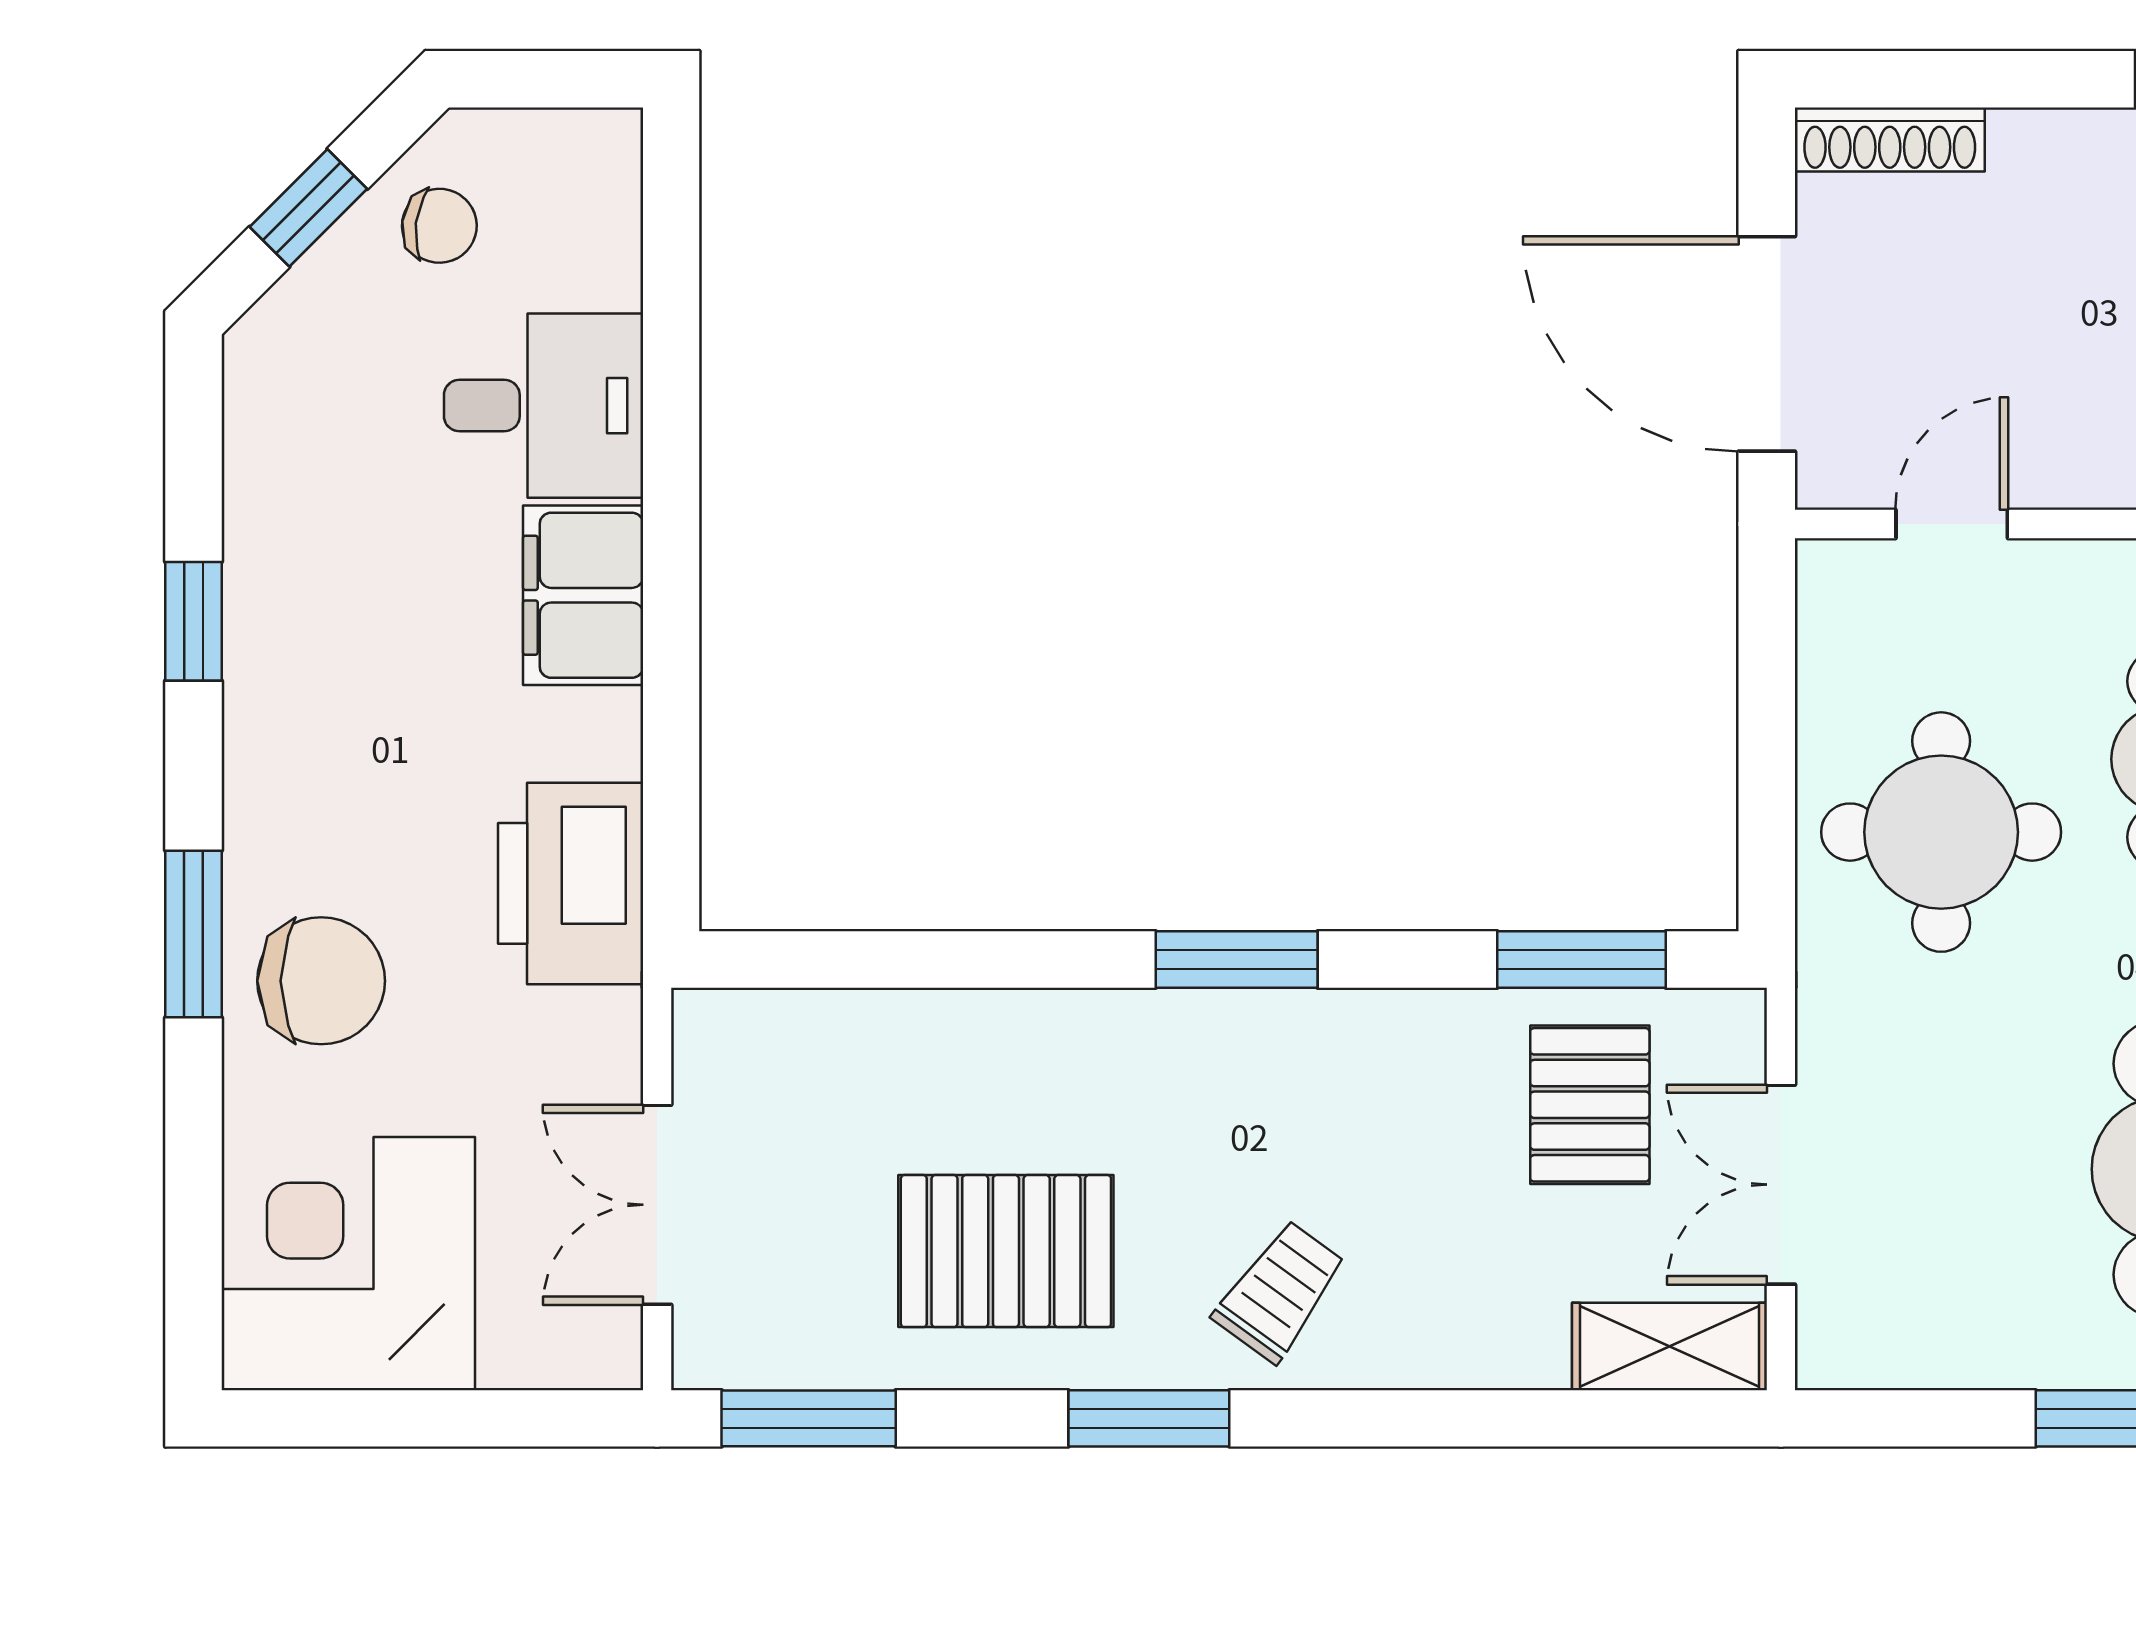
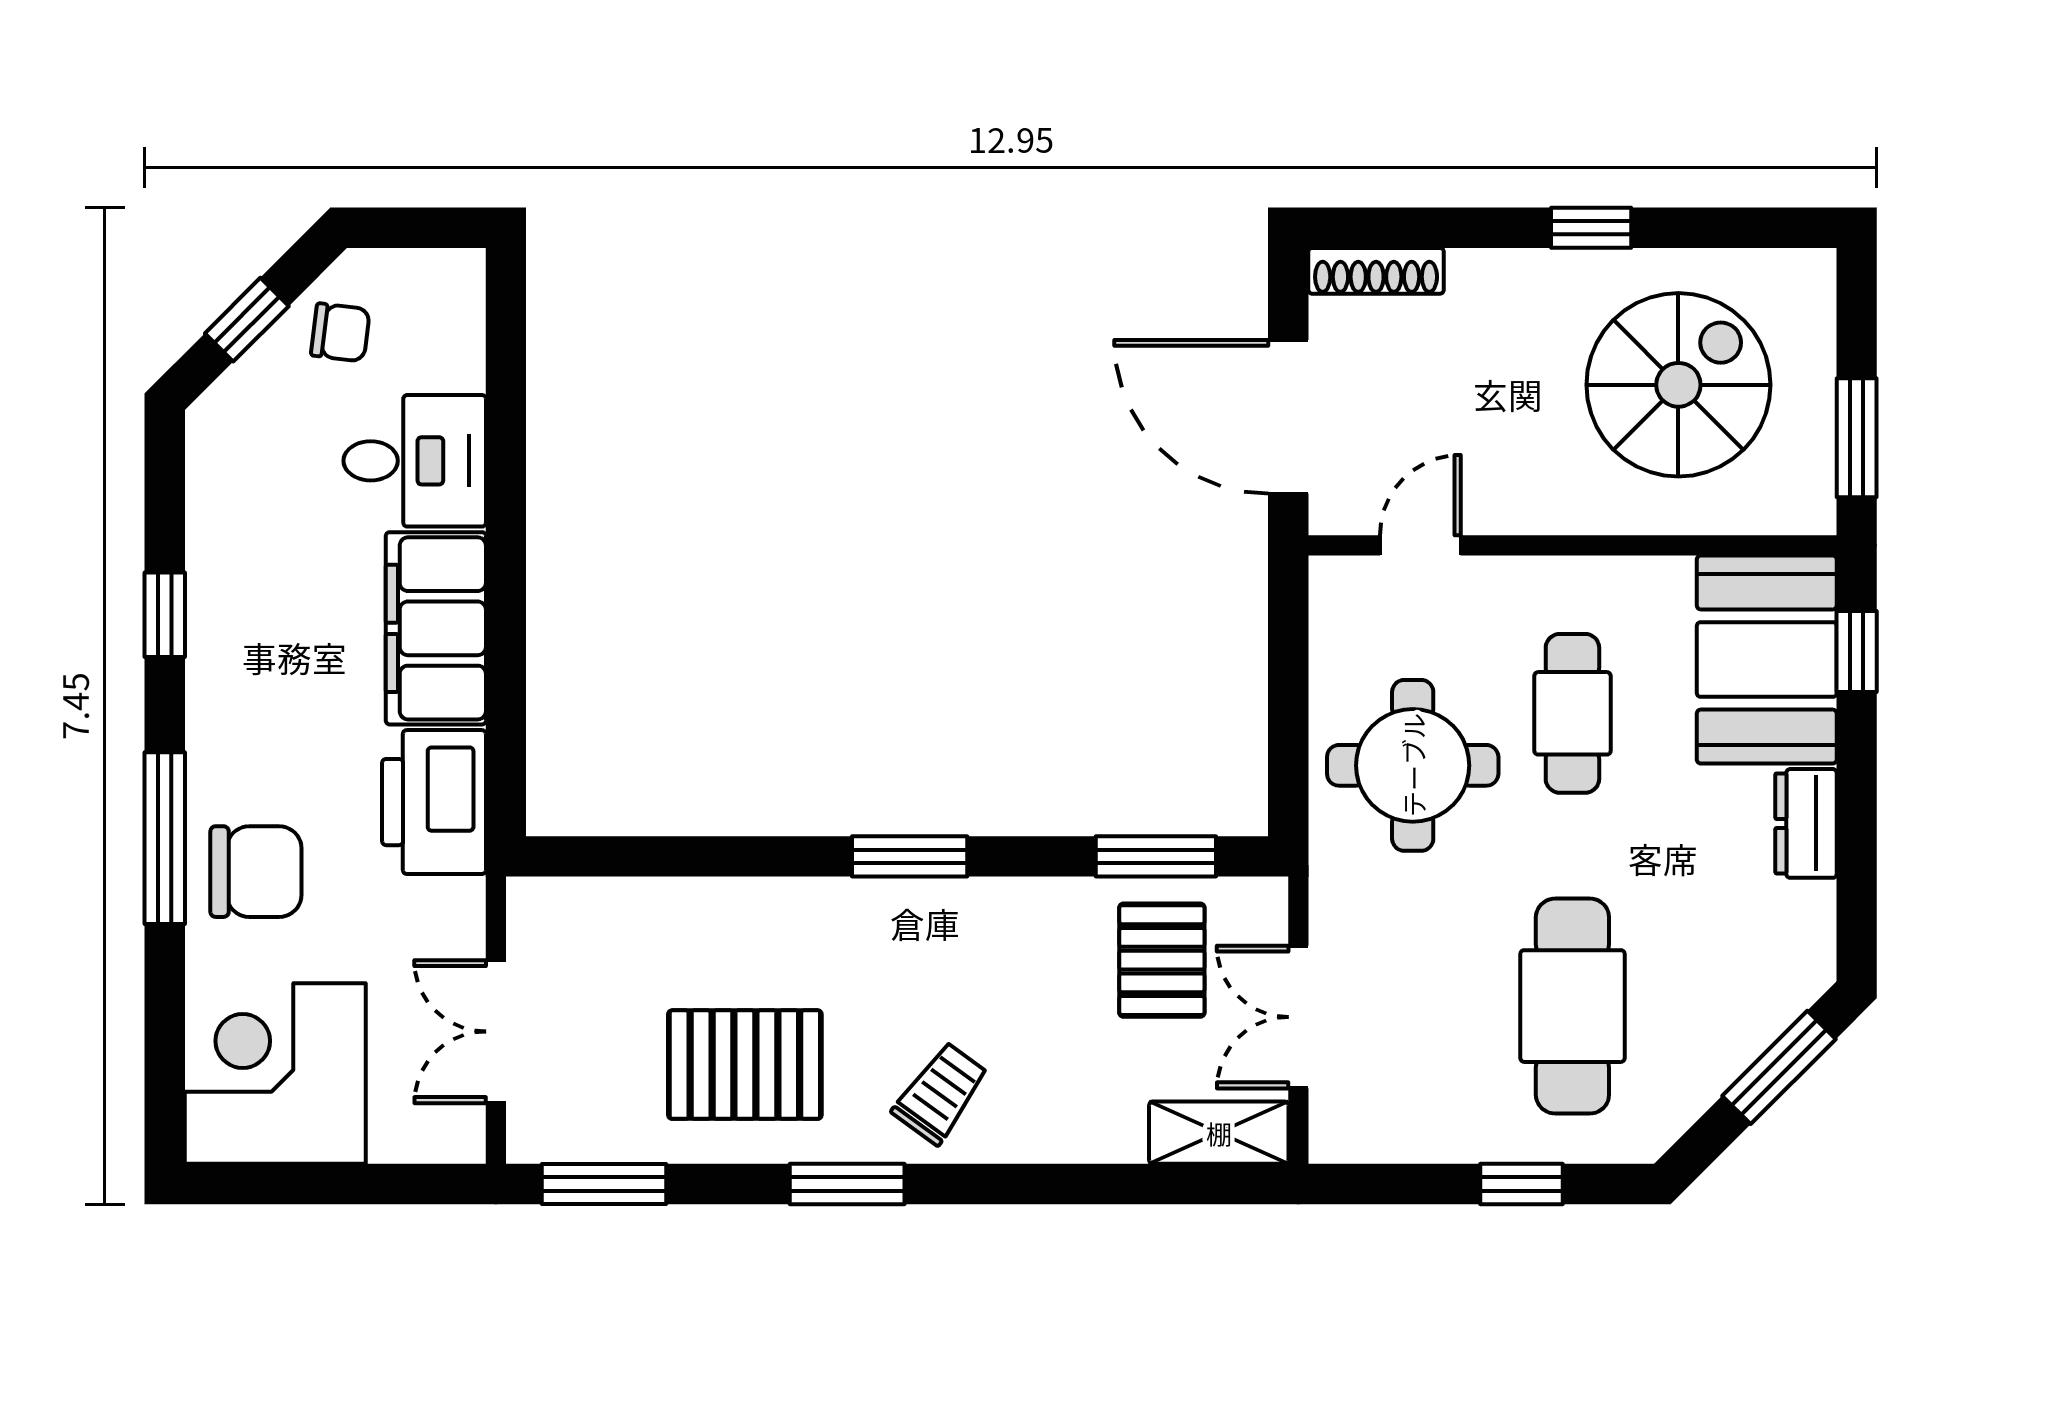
filing cabinet: (583, 595) -> (436, 628), width x1.50, depth x1.17
window: (193, 934) -> (165, 838), width x1.44

